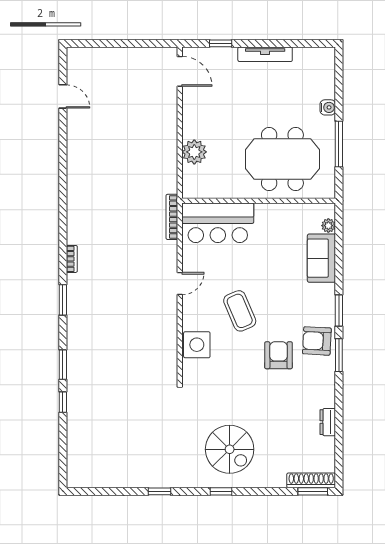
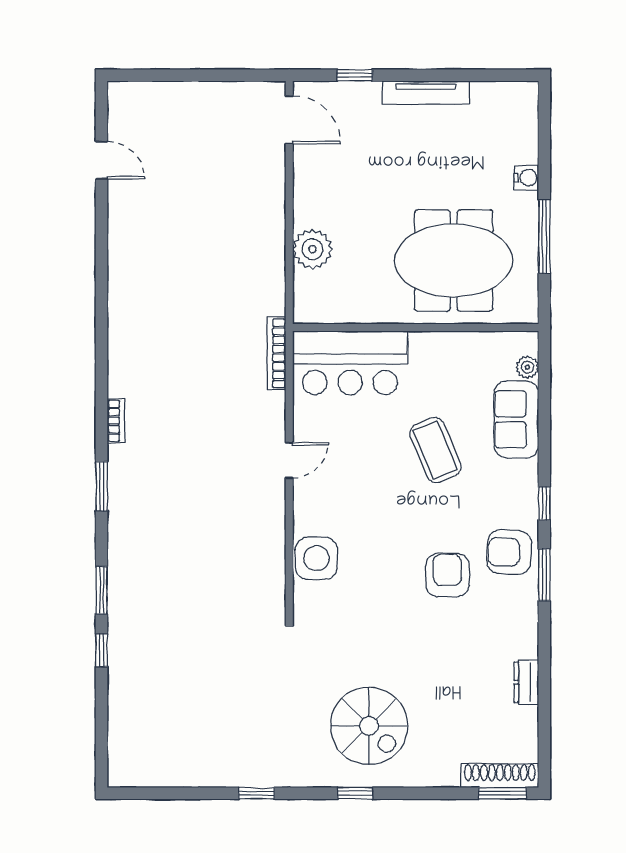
coffee table: (240, 311) -> (435, 450), moved
window: (339, 311) -> (544, 503), width x0.67

